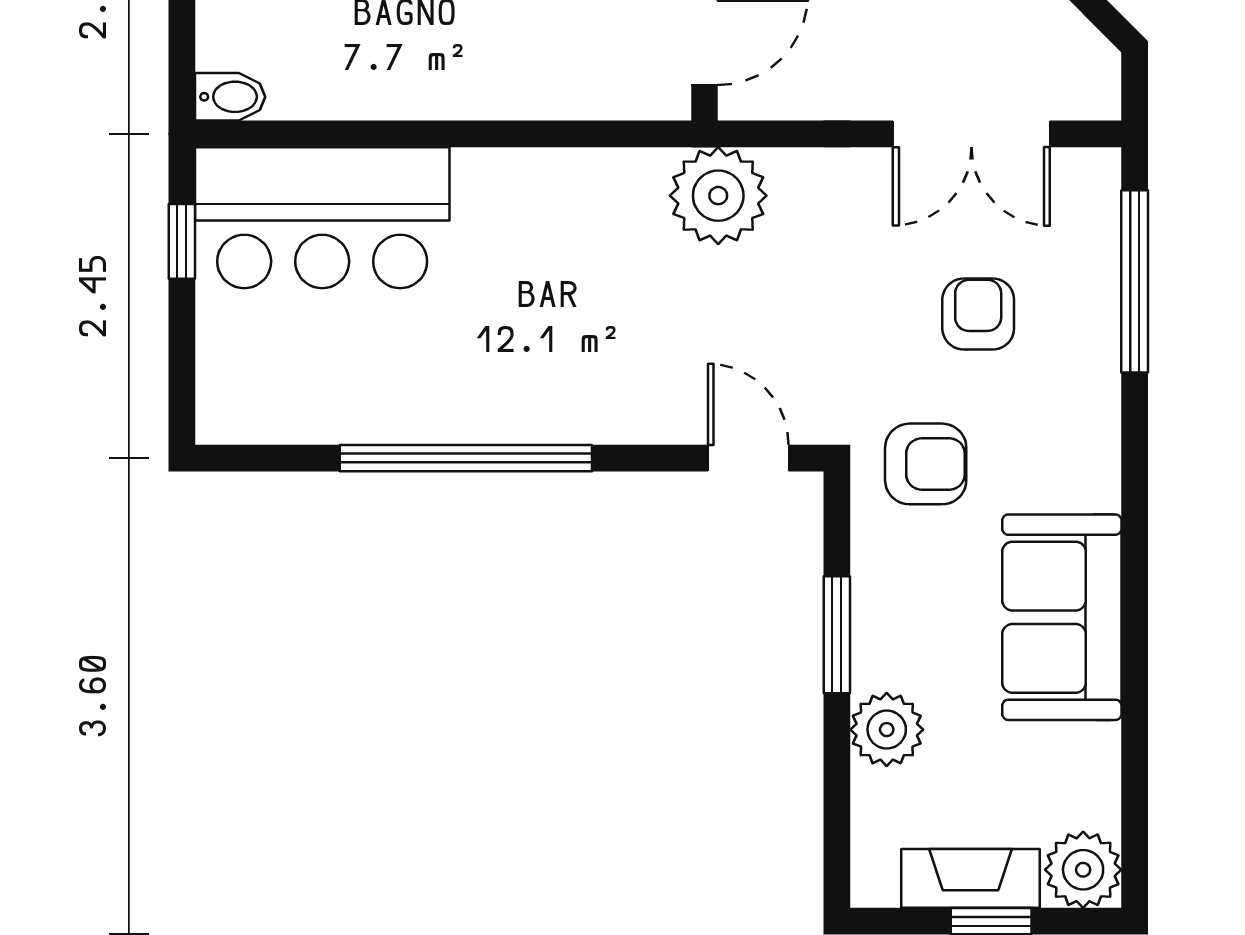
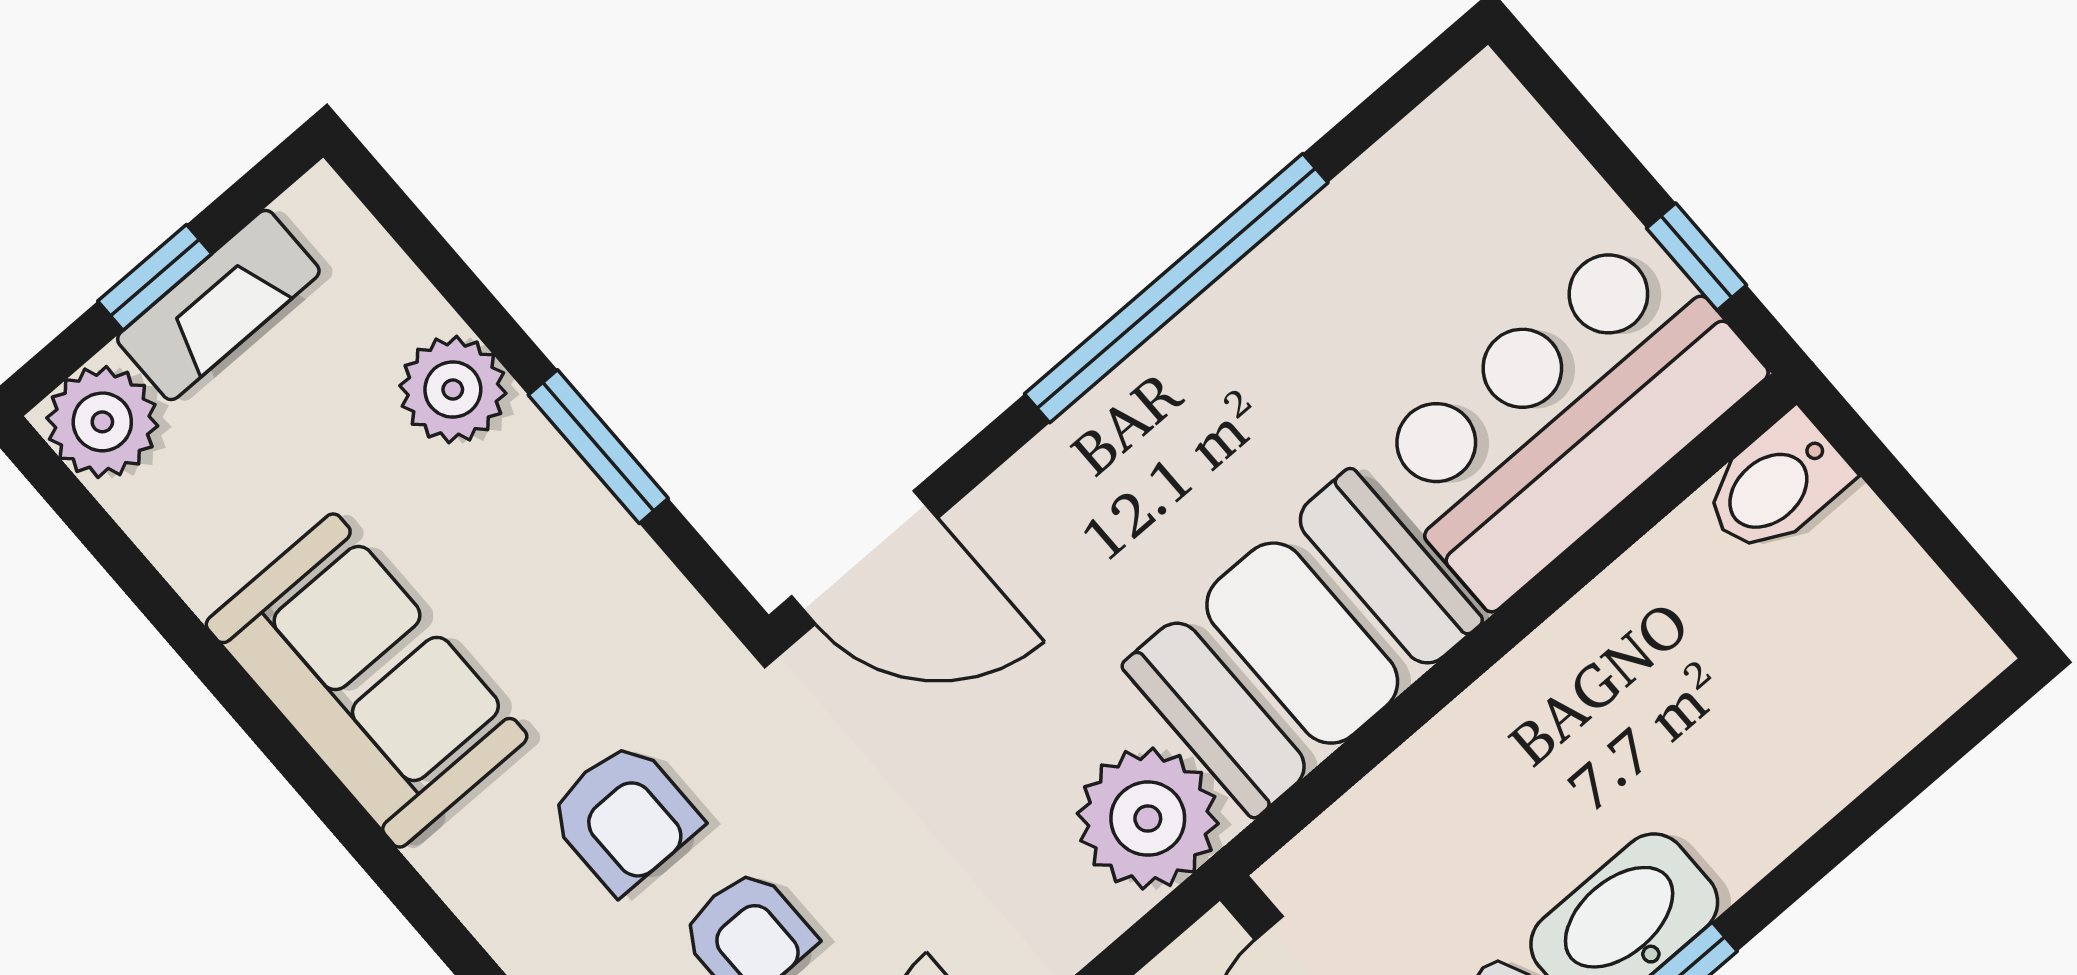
bidet: (230, 97) -> (1776, 484), width x1.38, depth x1.36
booth: (560, 217) -> (1302, 643), added
door: (748, 458) -> (865, 557), width x1.38
armchair: (926, 464) -> (624, 817), moved, turned -90

